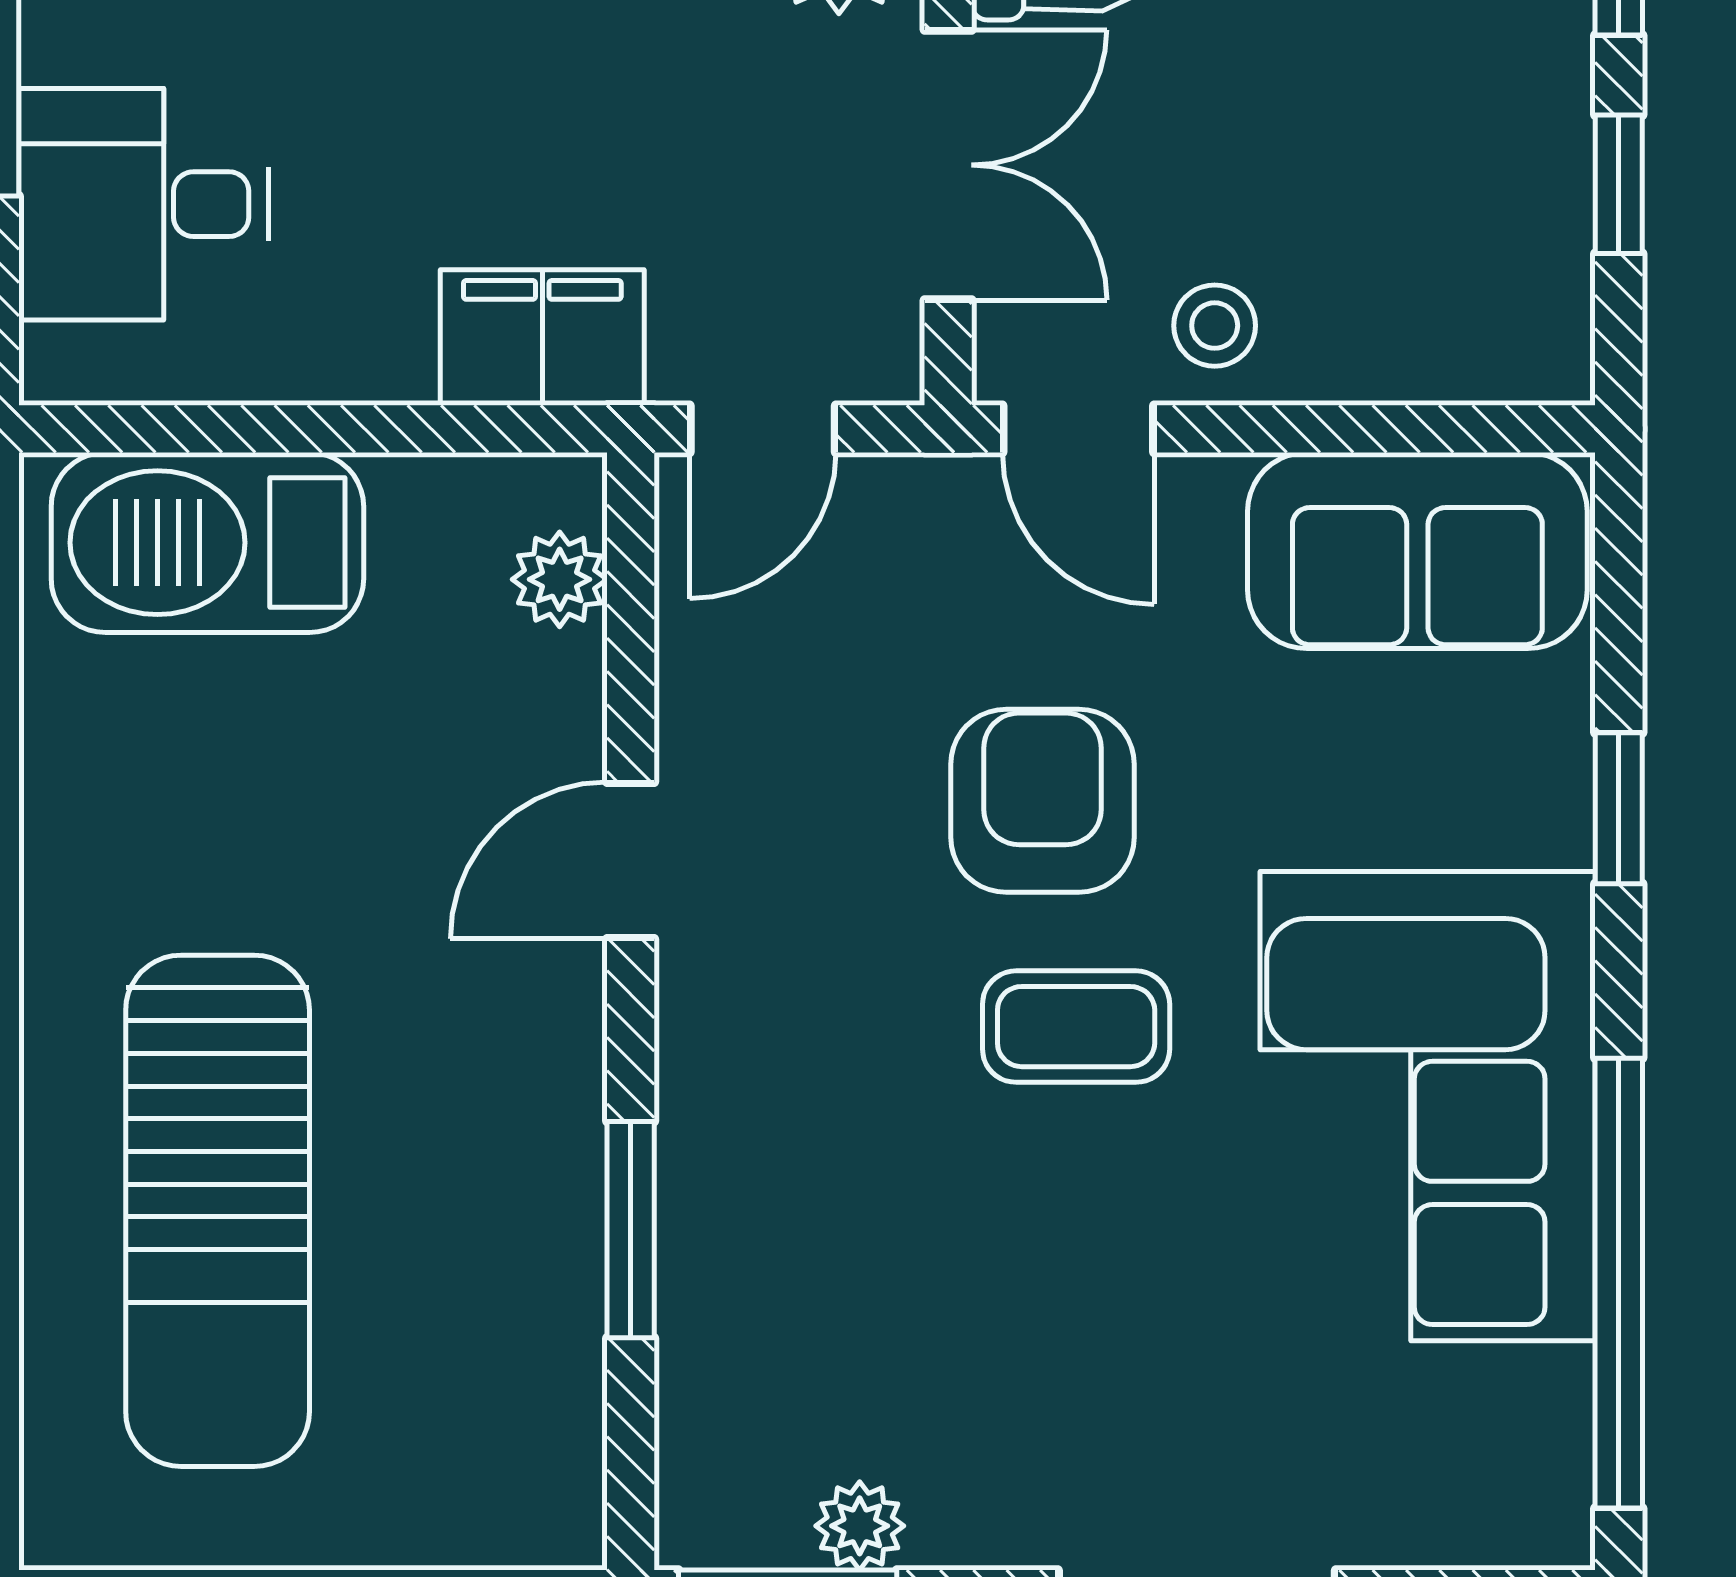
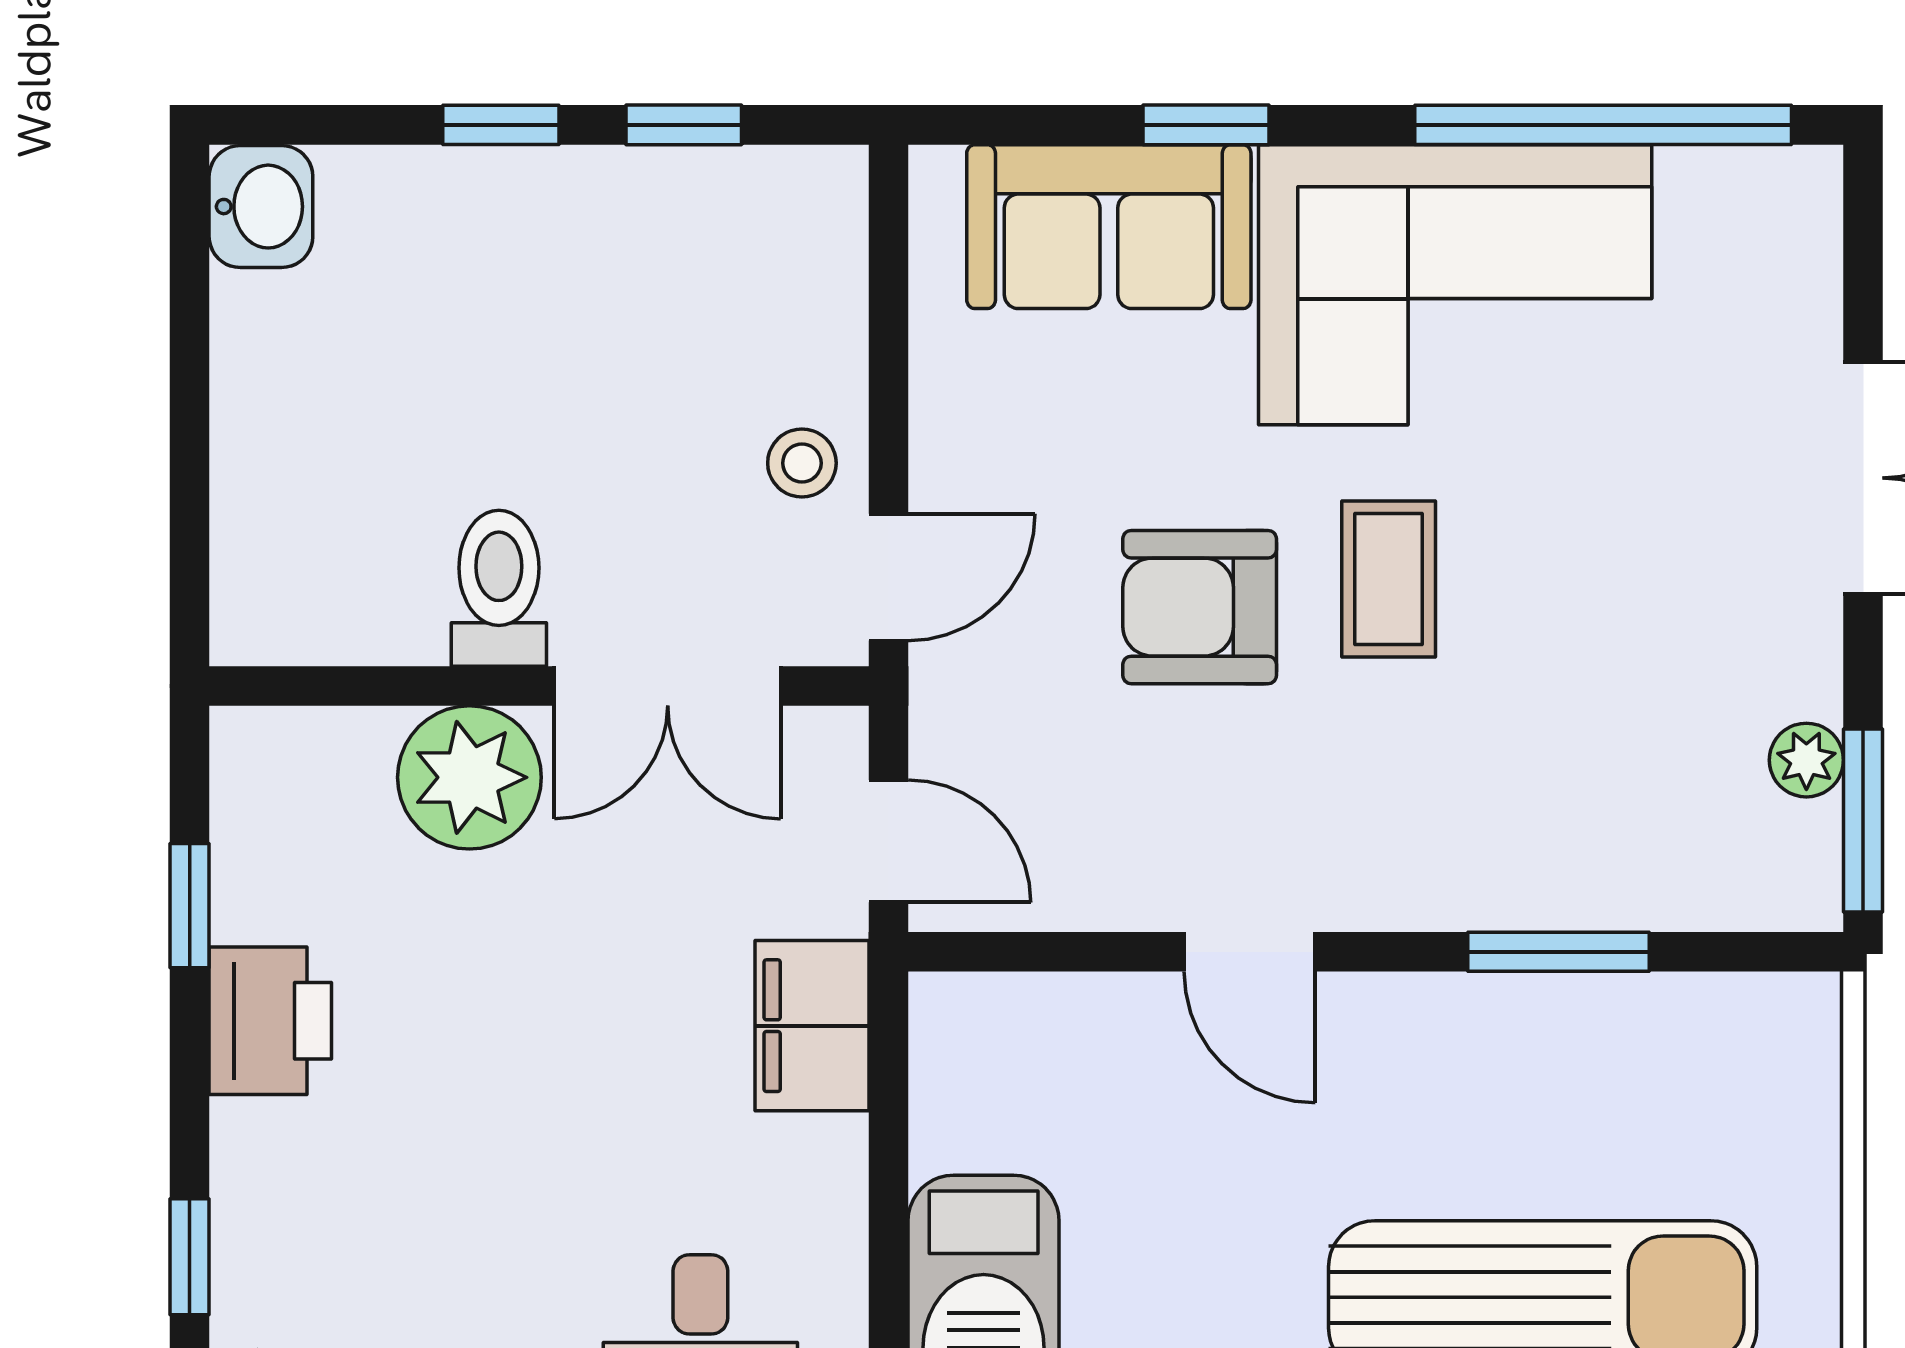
double door: (948, 165) -> (668, 686), swing flipped
sofa: (1417, 551) -> (1109, 227), moved, turned 90
plant: (560, 579) -> (1014, 1011), removed

